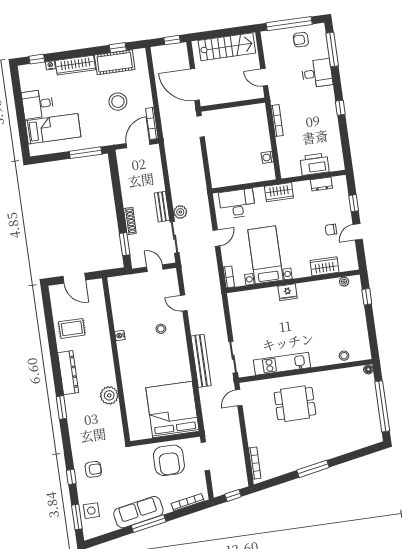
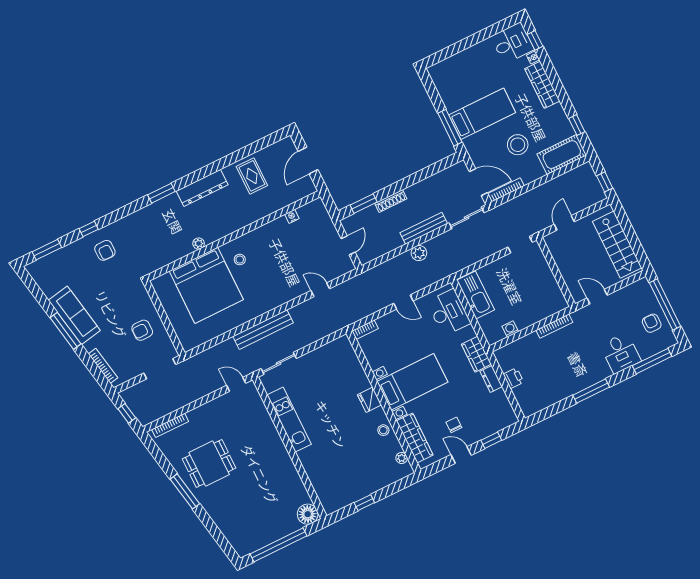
cot: (115, 62) -> (562, 155), moved, turned 90
door: (264, 77) -> (597, 297), hinge flipped
door: (195, 84) -> (564, 223), width x0.53
desk: (38, 104) -> (512, 43), moved, turned 90
window: (340, 108) -> (591, 391), width x2.17
bed: (53, 129) -> (482, 114), moved, turned -90
printer: (314, 164) -> (513, 378), width x0.53, depth x0.68
kitchen sink: (230, 177) -> (476, 295), added
dresser: (321, 184) -> (491, 379), moved
bench: (162, 207) -> (424, 228), width x1.36
sliding door: (175, 237) -> (467, 218), moved
bed with nightstands: (265, 255) -> (412, 382), moved
wardrobe: (324, 266) -> (415, 438), width x1.50
window: (367, 297) -> (364, 503), moved
door: (184, 303) -> (320, 290), hinge flipped
stool: (161, 329) -> (240, 260), moved
nightstand: (120, 336) -> (292, 216), moved
stool: (344, 356) -> (383, 430), moved
floor lamp: (368, 369) -> (308, 514), width x1.89, depth x1.89
plant: (109, 395) -> (199, 243), width x0.53, depth x0.53
dining table: (295, 404) -> (209, 463), moved, turned 90
bed: (173, 410) -> (206, 285), moved, turned 90
armchair: (169, 460) -> (142, 330), width x0.53, depth x0.53
side table: (91, 511) -> (59, 263), removed

